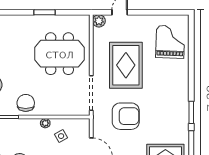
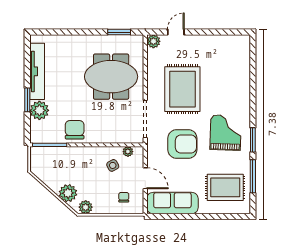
window: (45, 12) -> (119, 32), moved
grand piano: (170, 42) -> (226, 133), moved
plant: (45, 123) -> (128, 152), moved

